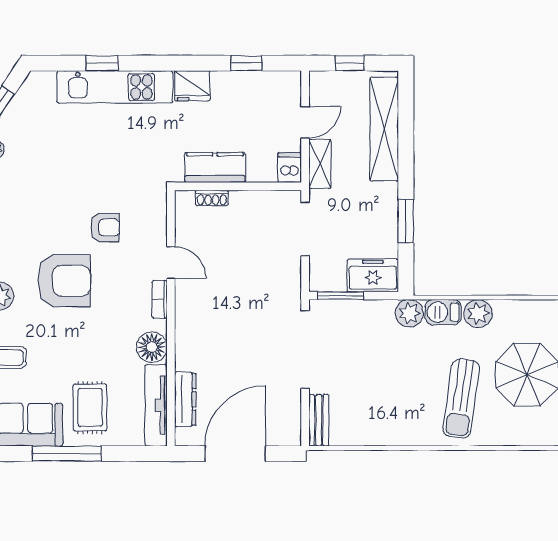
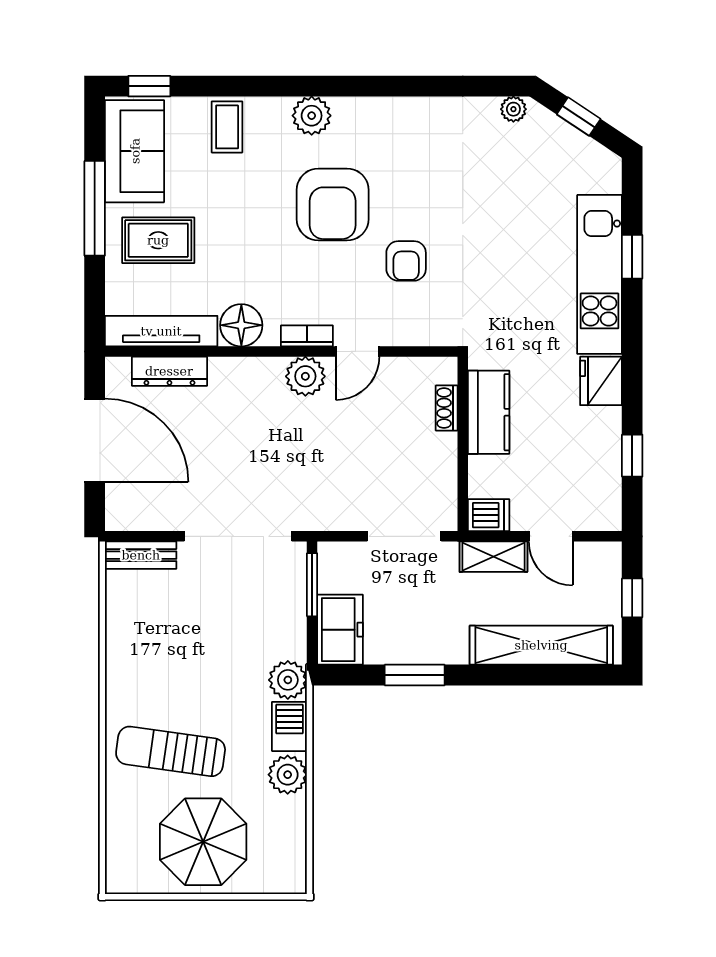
plant: (189, 301) -> (305, 376), added

